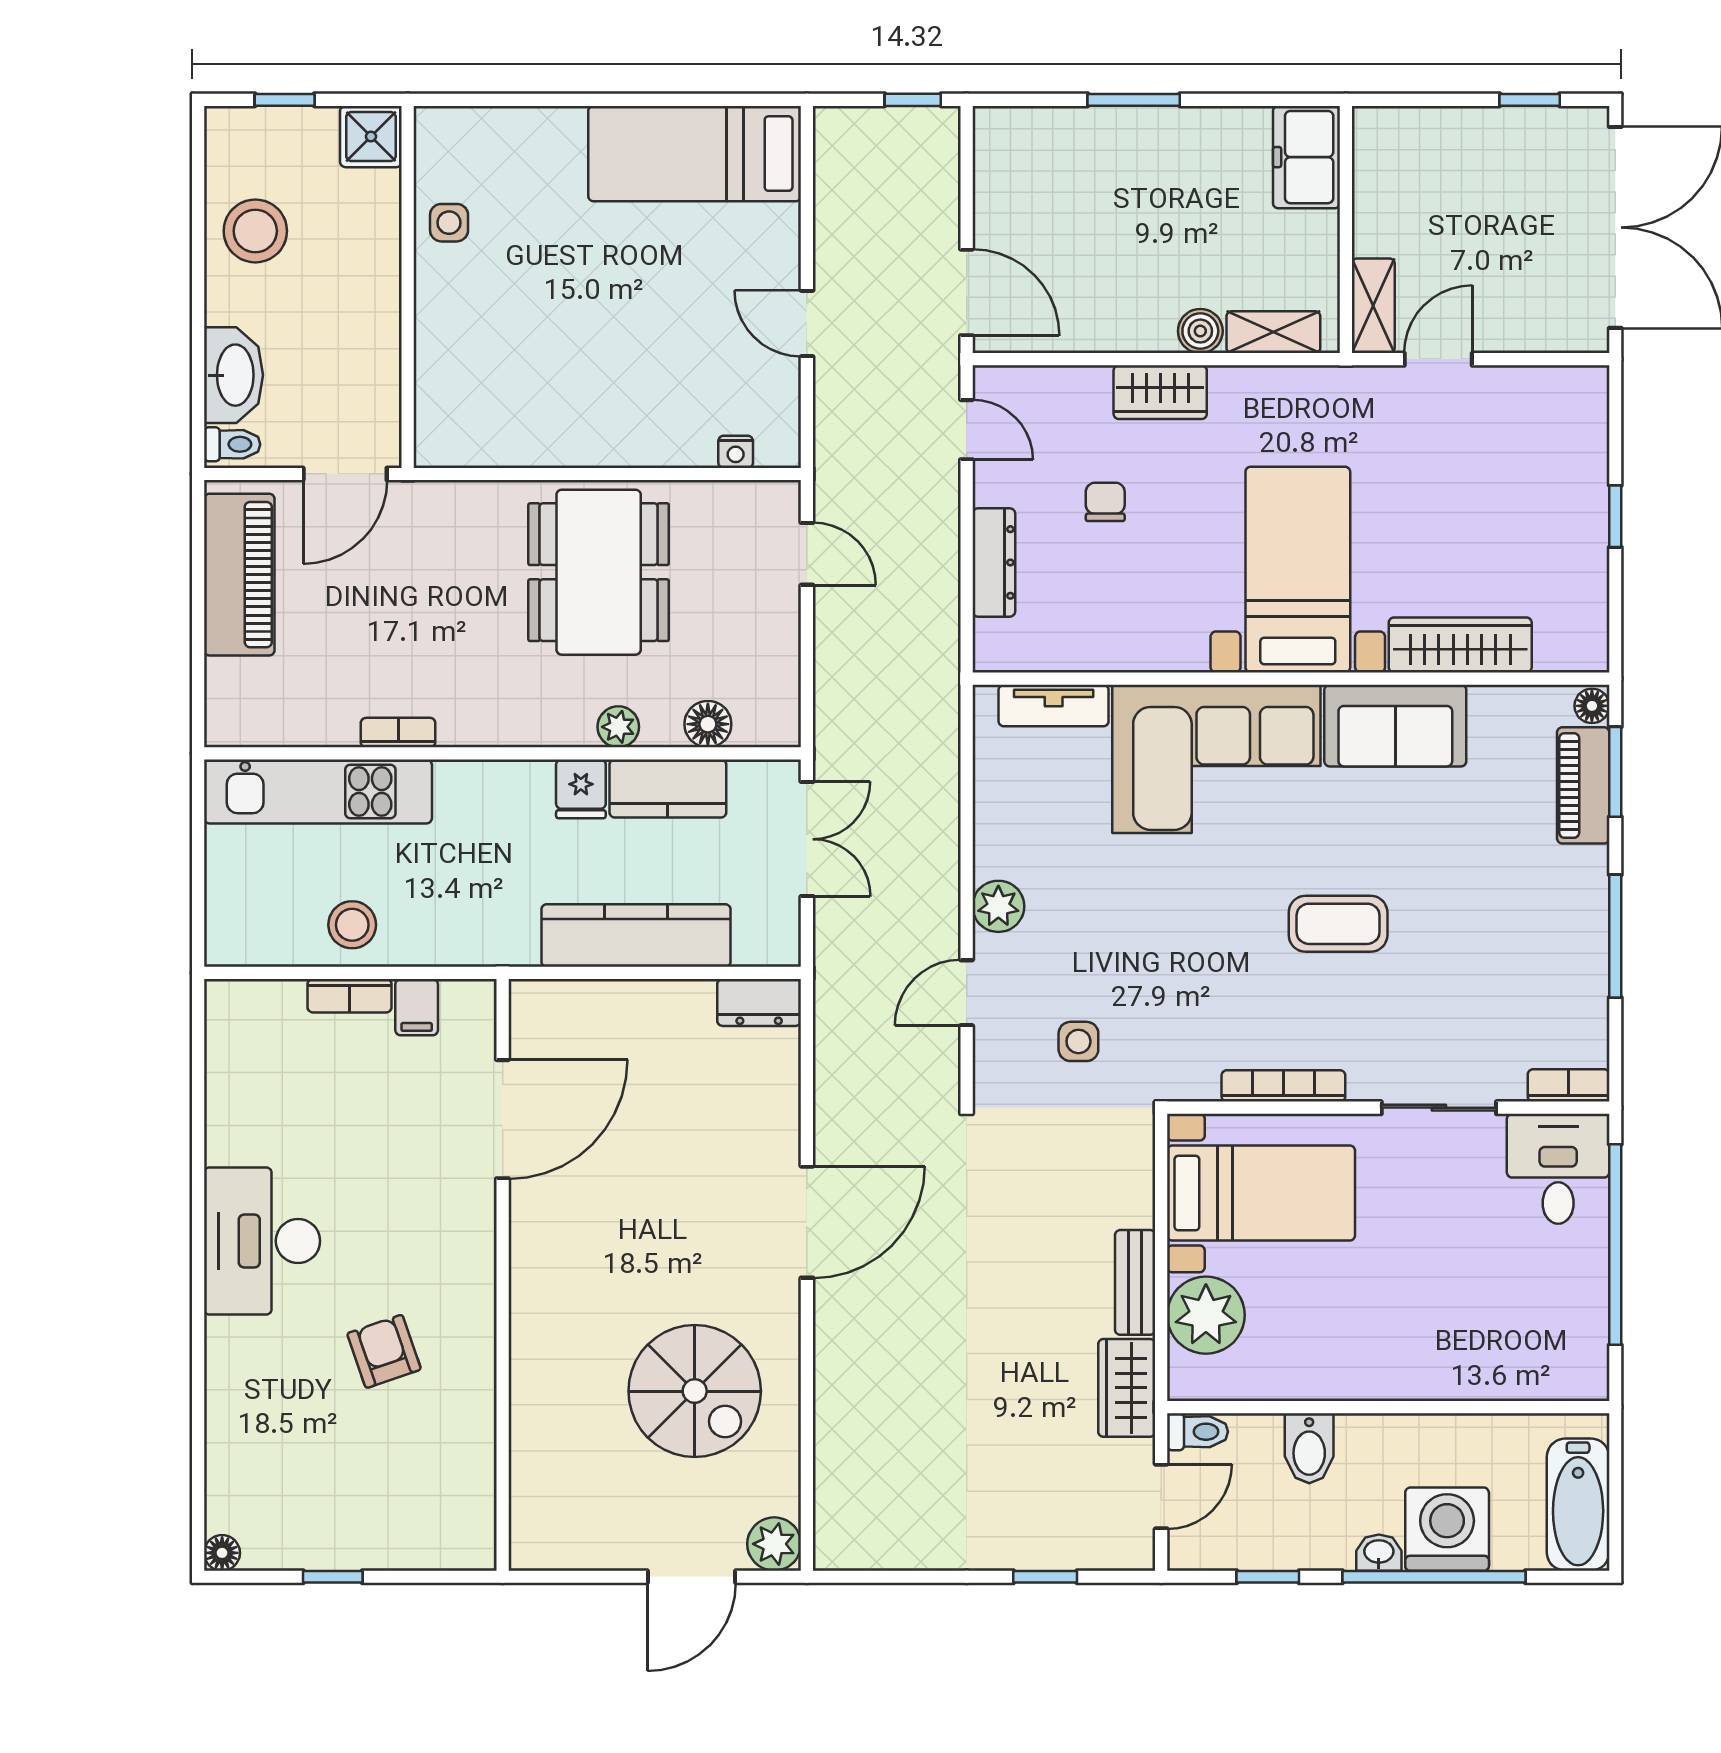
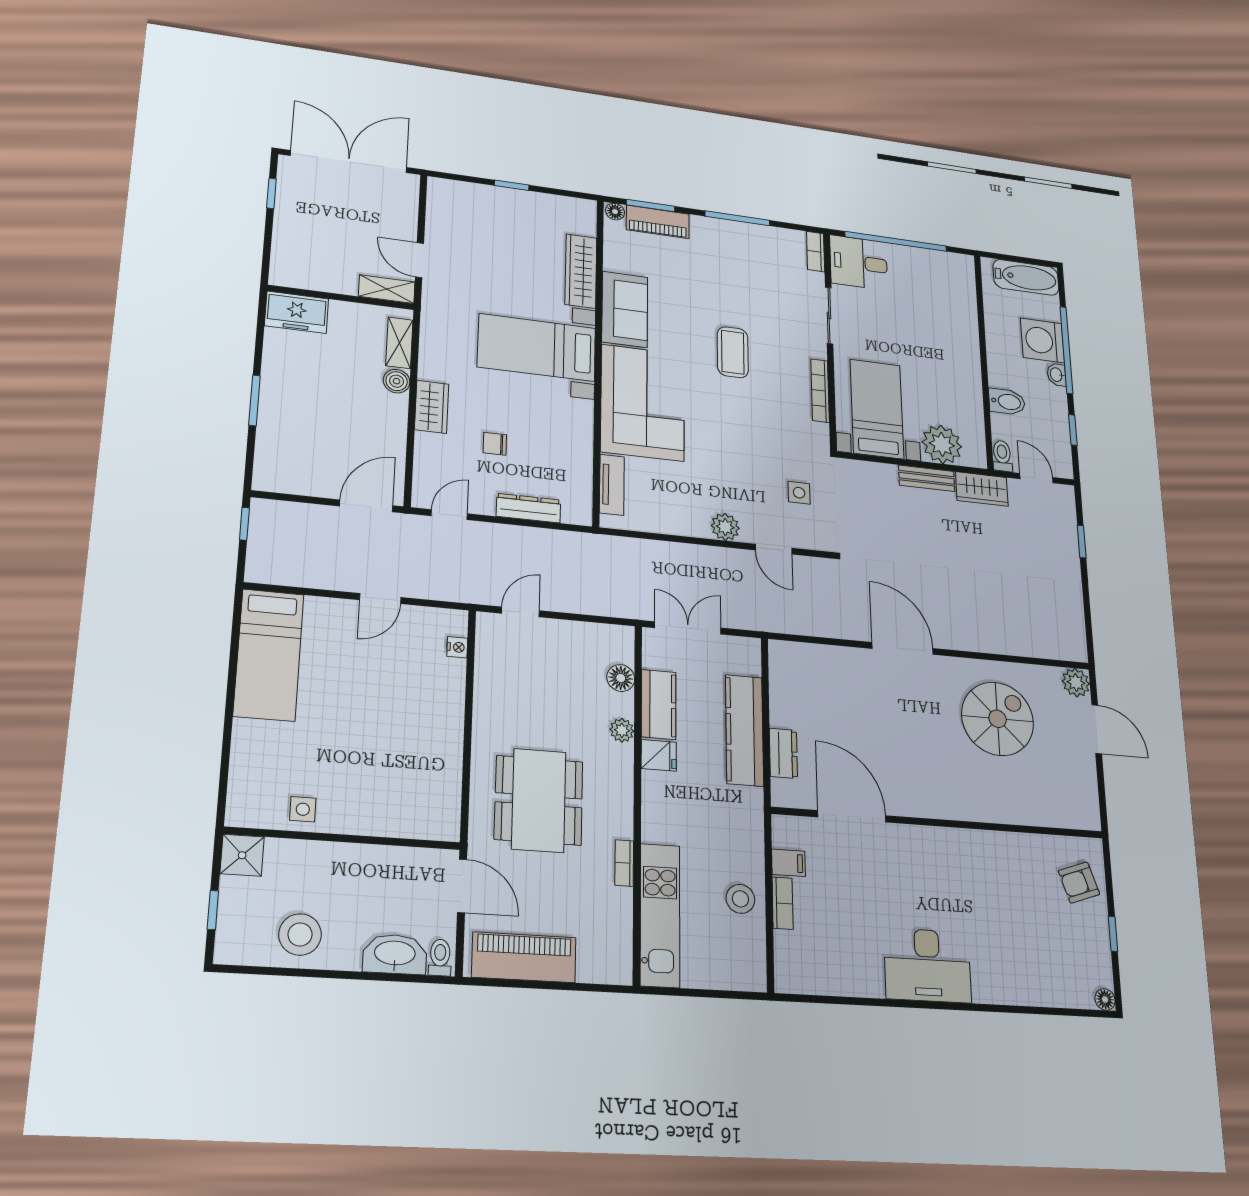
dining table: (599, 572) -> (539, 800), moved, turned 90
dresser: (759, 1002) -> (783, 753), moved
armchair: (384, 1351) -> (1079, 883), moved

